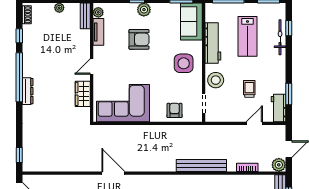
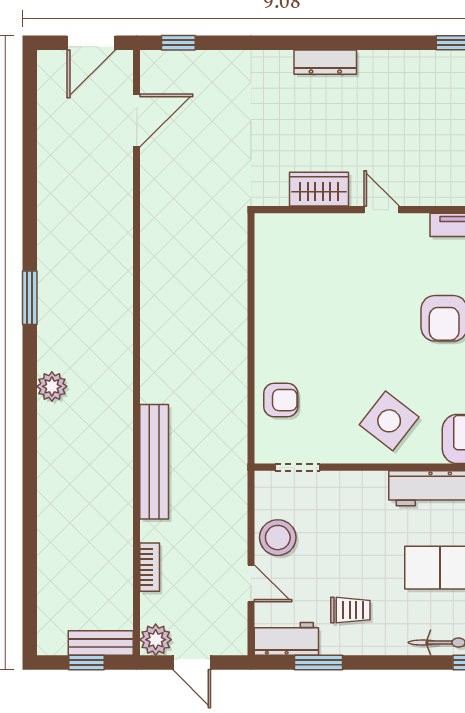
side table: (184, 63) -> (389, 421), turned 38
window: (19, 77) -> (357, 43), removed
stool: (216, 80) -> (278, 538), moved
trolley: (249, 89) -> (350, 610), moved
corner sofa: (123, 103) -> (298, 282), removed
door: (113, 173) -> (137, 121), moved

